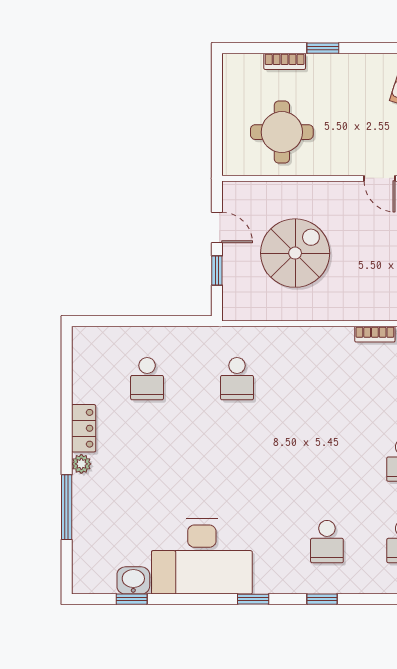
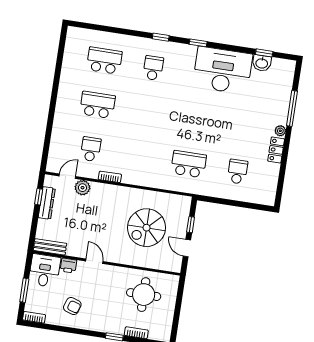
school desk: (237, 379) -> (189, 164), width x1.85

